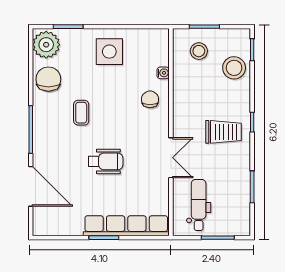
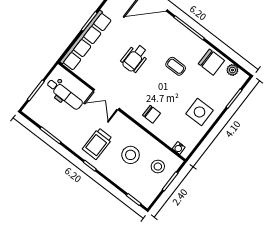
plant: (46, 45) -> (232, 70), width x0.53, depth x0.53
stool: (234, 68) -> (131, 155), moved
water cooler: (163, 73) -> (179, 148), moved

